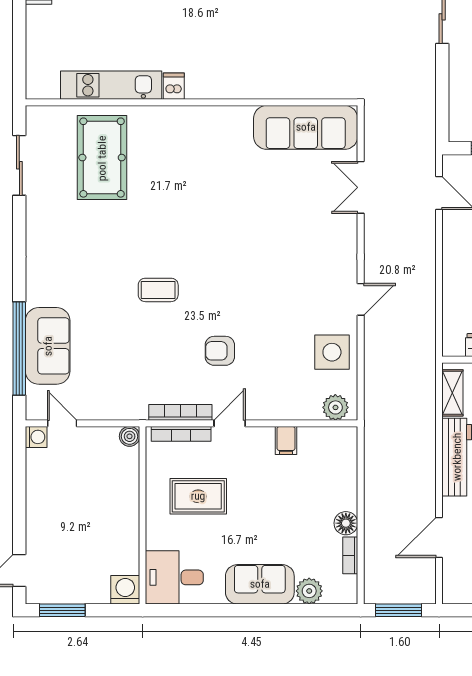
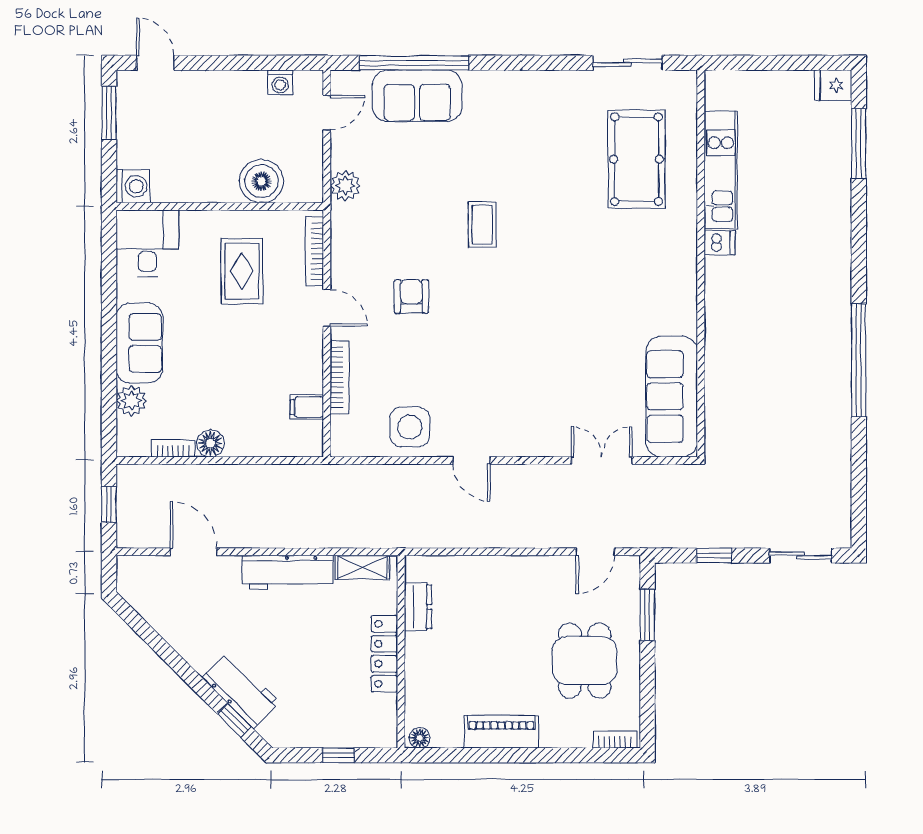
window: (442, 91) -> (714, 556), added
pool table: (102, 158) -> (637, 159), turned 90
plant: (335, 407) -> (345, 186), moved
bookcase: (180, 412) -> (340, 377), moved
boiler: (130, 436) -> (261, 181), moved, width x1.86, depth x1.86
washing machine: (36, 437) -> (280, 82), moved
filing cabinet: (286, 440) -> (307, 407), moved
window: (398, 610) -> (109, 505), width x0.67

